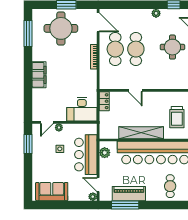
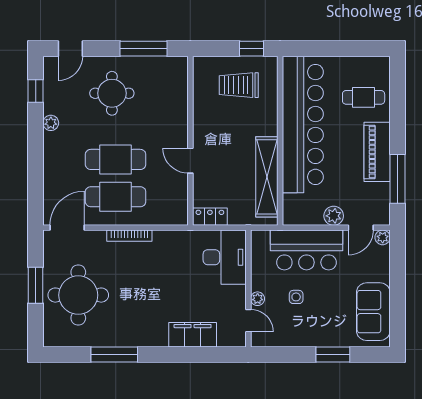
window: (28, 33) -> (114, 354), moved
filing cabinet: (39, 75) -> (193, 335), moved
door: (135, 90) -> (190, 161), swing flipped
trolley: (177, 117) -> (239, 85), turned 180
shelving: (141, 133) -> (267, 177), moved
window: (28, 144) -> (333, 354), moved
plant: (105, 153) -> (334, 216), moved
piano: (129, 194) -> (377, 152), moved

